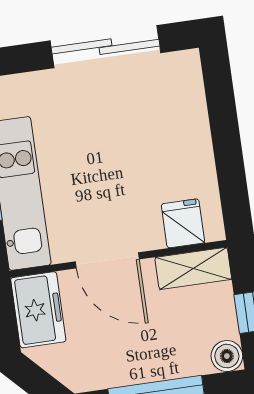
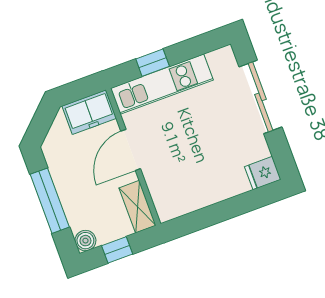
sliding door: (106, 47) -> (261, 97), moved
fridge: (183, 223) -> (263, 173), moved, turned 180

